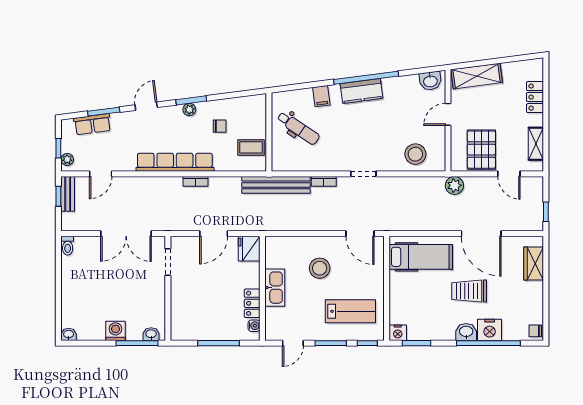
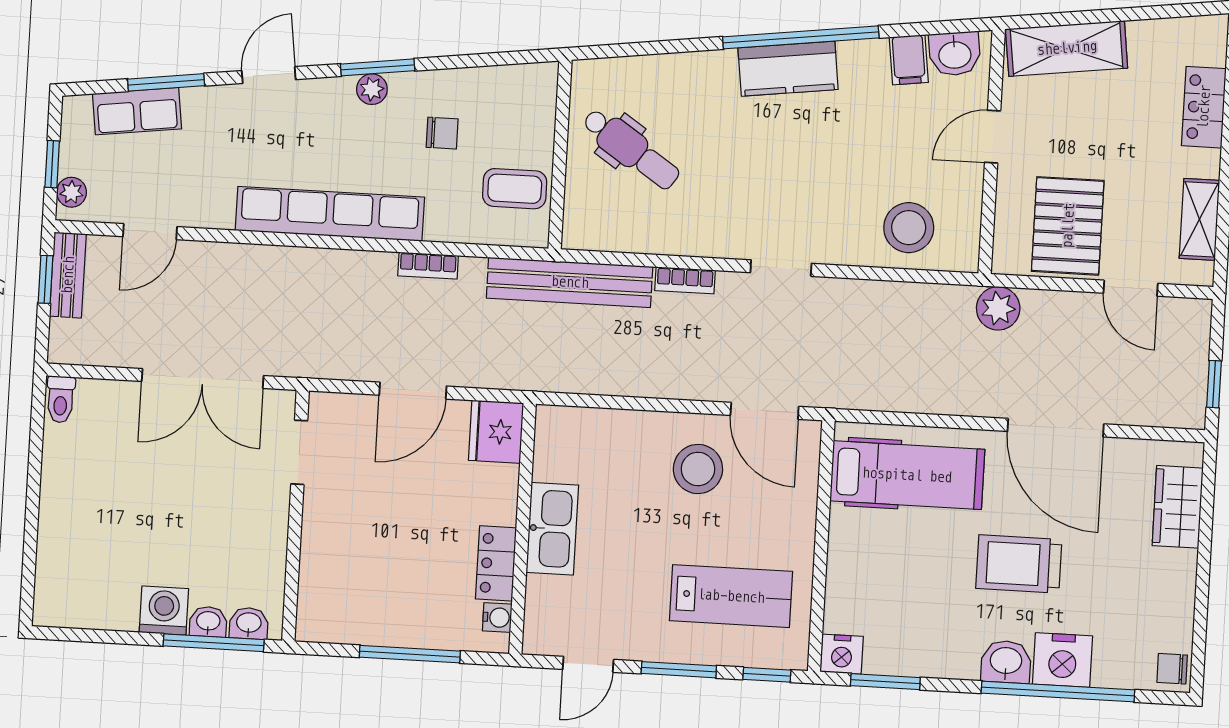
filing cabinet: (321, 96) -> (909, 60), moved
bookcase: (195, 181) -> (428, 266), moved
stool: (320, 268) -> (698, 469), moved
washbasin: (69, 334) -> (208, 622), moved

